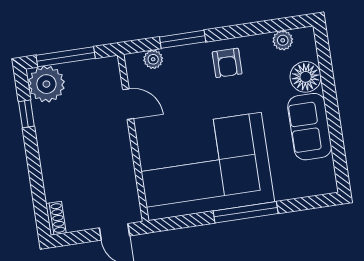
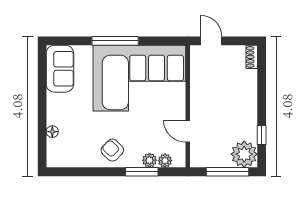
plant: (283, 40) -> (149, 160), moved
armchair: (227, 63) -> (112, 150), turned -46
floor lamp: (306, 77) -> (52, 132), width x0.53, depth x0.53
sofa: (310, 127) -> (60, 69), moved

